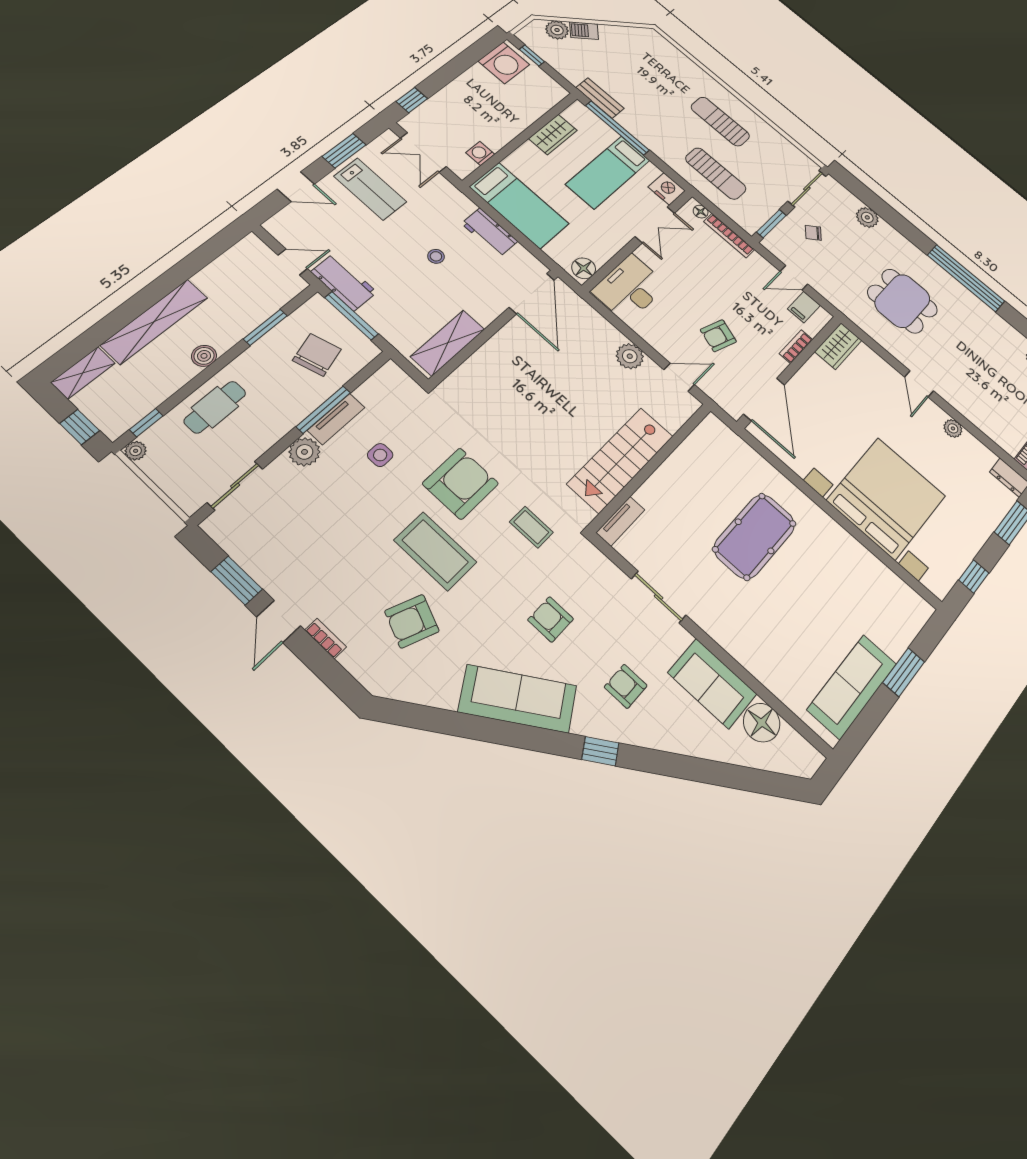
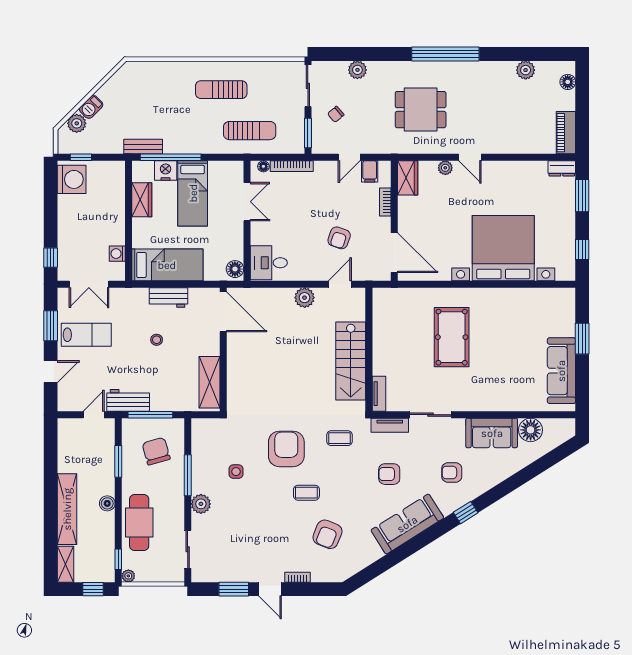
nightstand: (667, 189) -> (166, 170), moved
desk: (630, 288) -> (269, 263), width x0.73
cafe table: (215, 407) -> (139, 523), width x1.37, depth x1.35
tv unit: (336, 419) -> (390, 425), moved, turned 90
plant: (953, 428) -> (445, 168), moved
coffee table: (435, 551) -> (306, 493), width x0.54, depth x0.58

